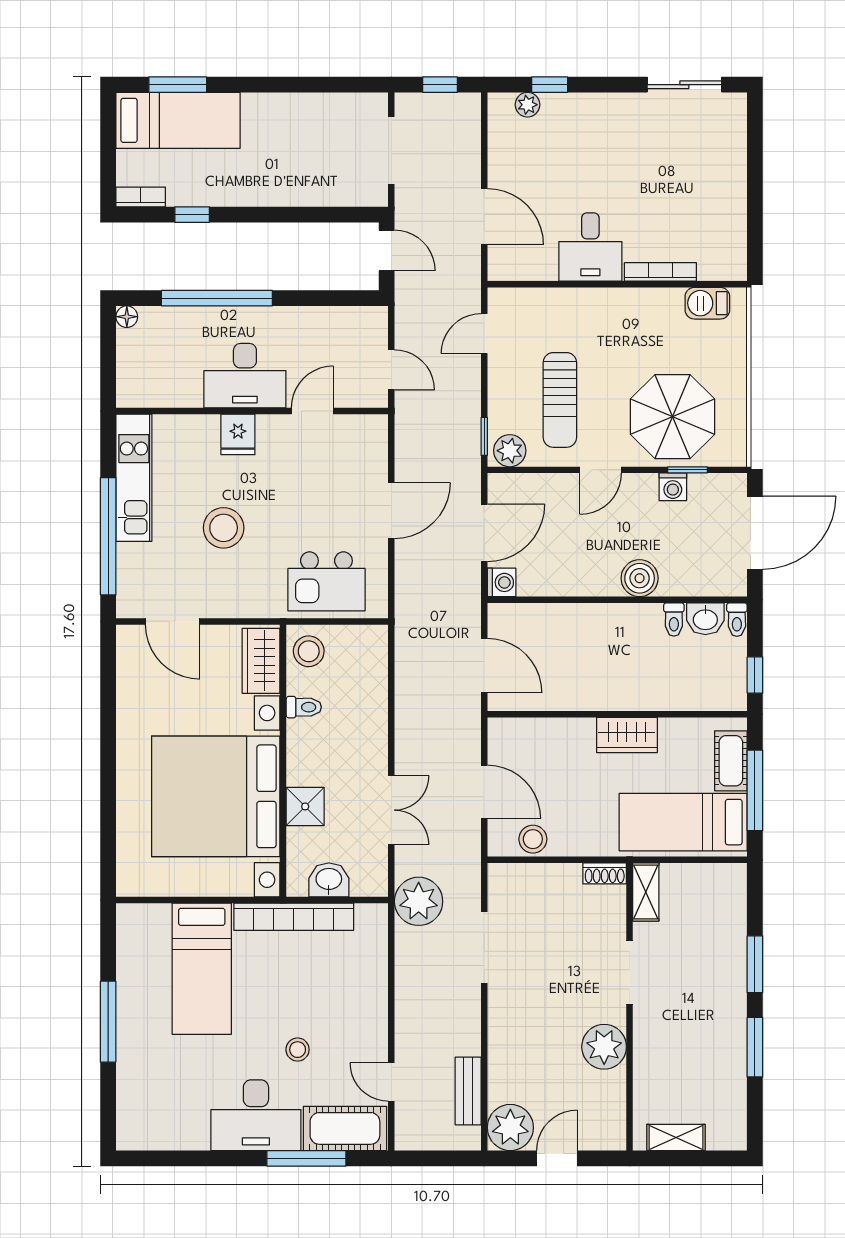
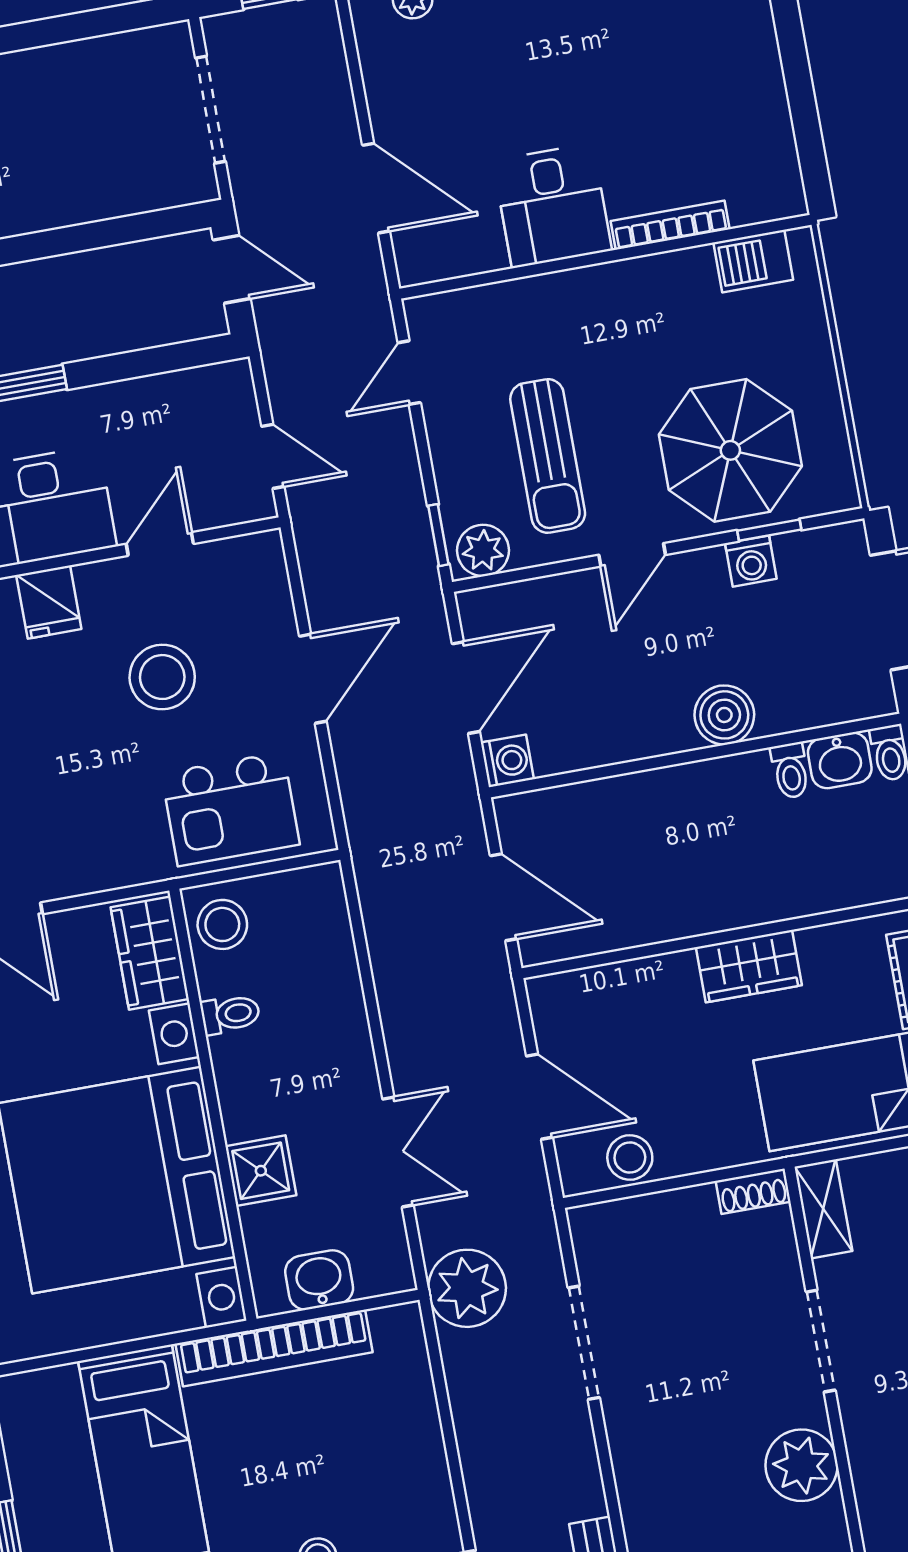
stool: (224, 528) -> (162, 677), moved

